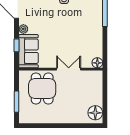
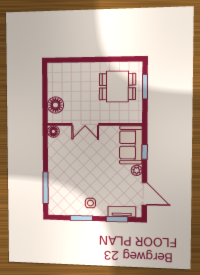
dining table: (42, 88) -> (117, 87), moved, turned 90
floor lamp: (95, 113) -> (55, 105), moved

